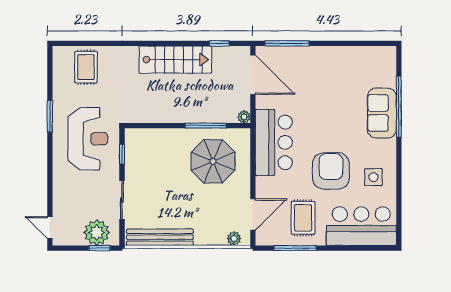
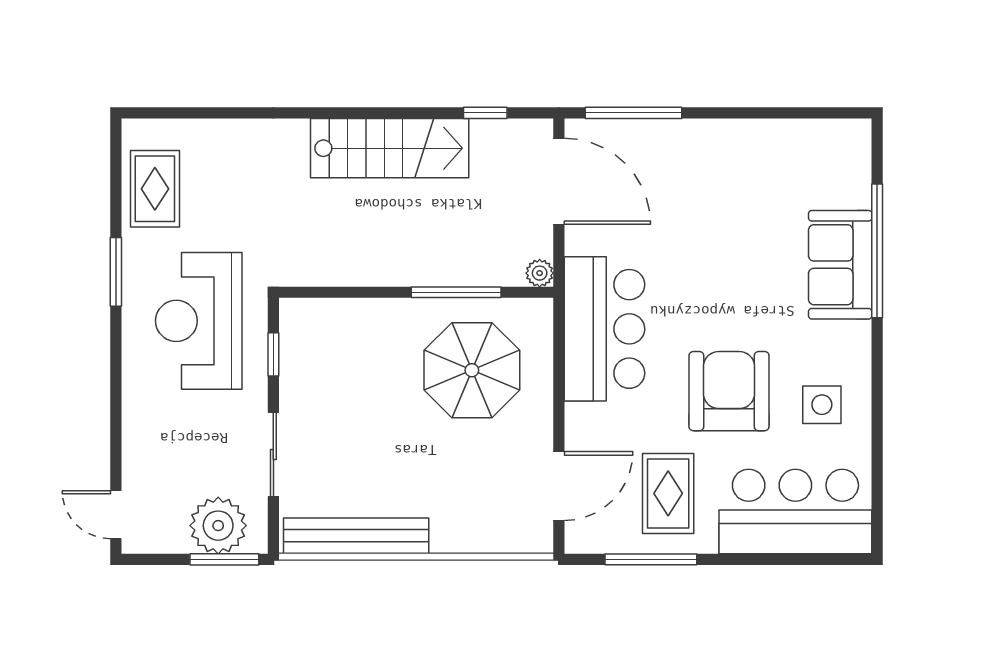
rug: (86, 67) -> (155, 189), moved
reception desk: (88, 139) -> (199, 321), turned 180
plant: (234, 239) -> (518, 539), removed
window: (100, 248) -> (224, 559), width x1.50

